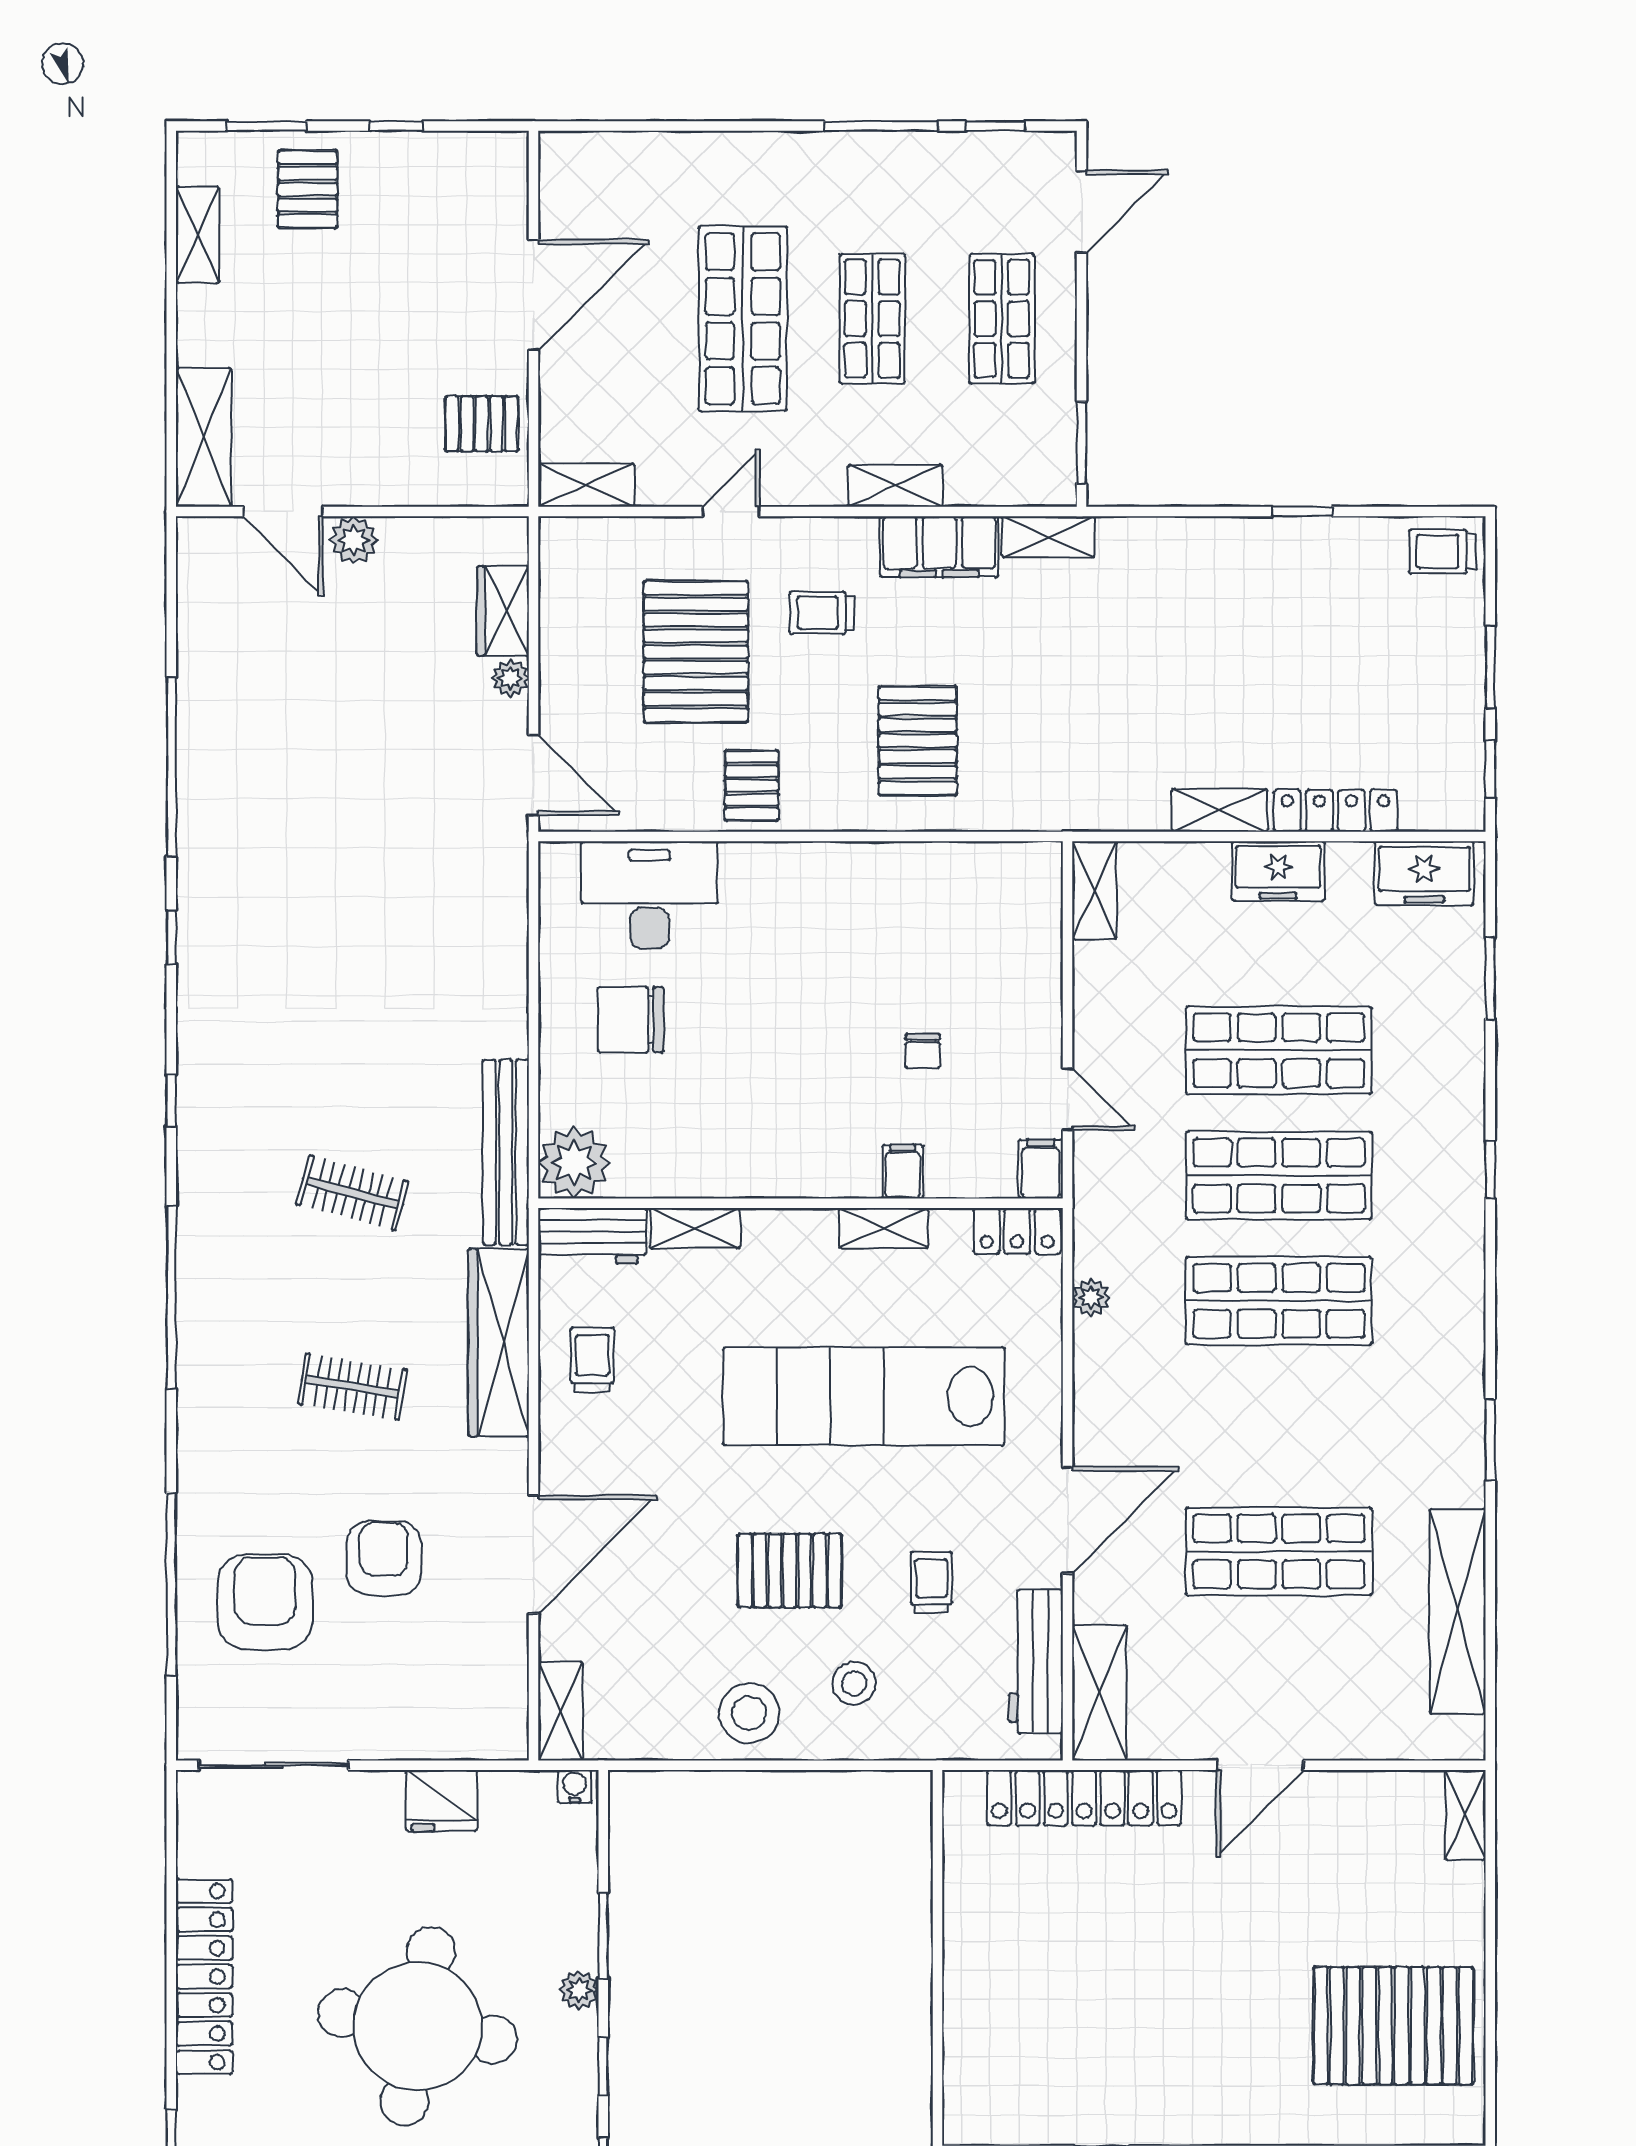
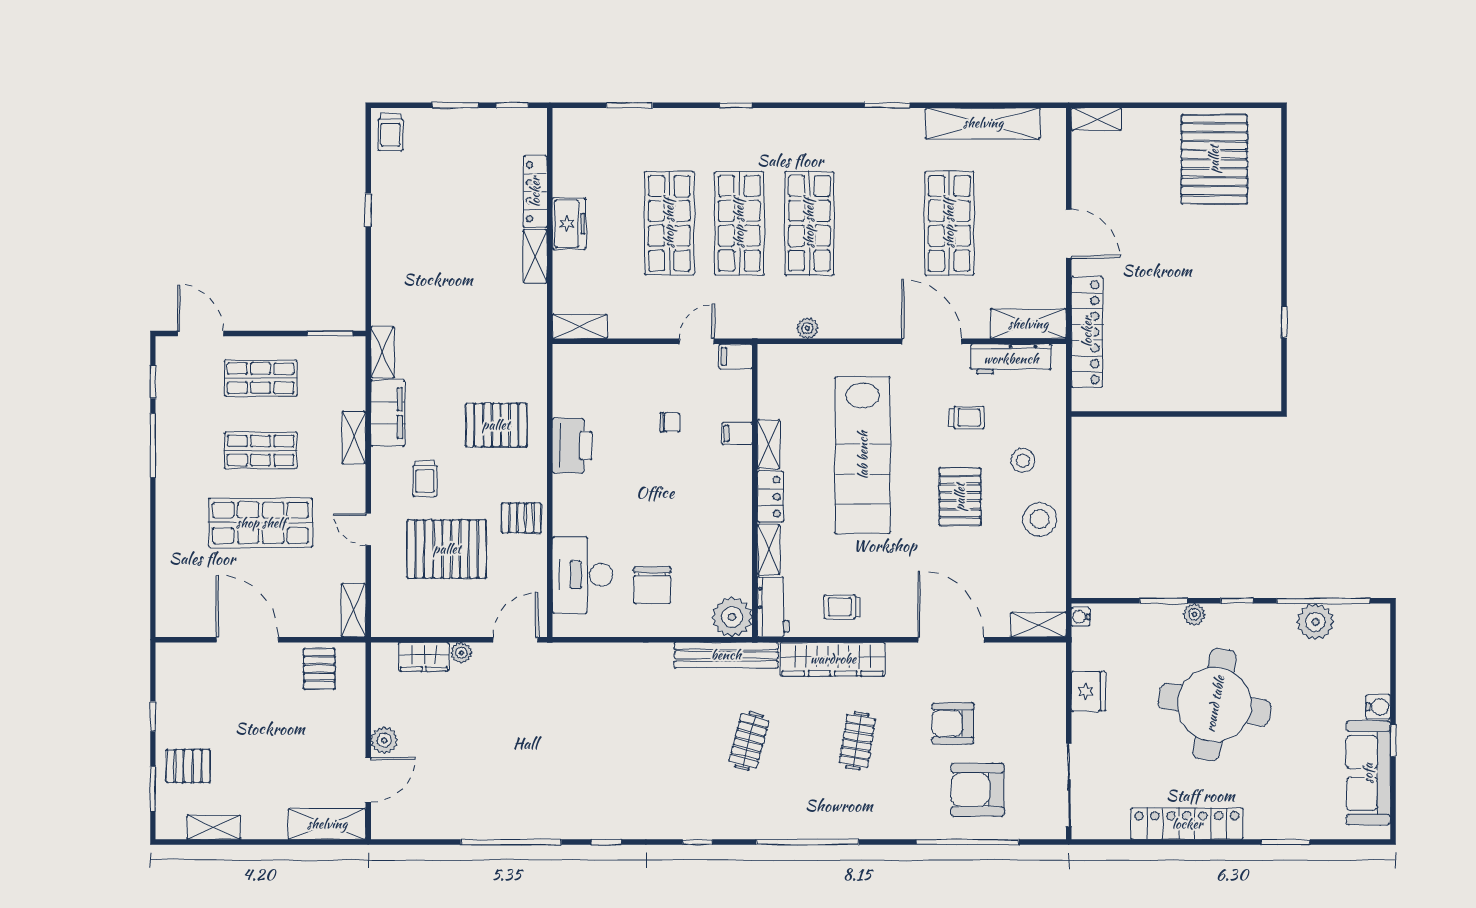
freezer: (1424, 873) -> (570, 142), removed
printer: (881, 876) -> (572, 446), added
locker: (1017, 1231) -> (770, 497), moved
trolley: (931, 1582) -> (967, 417), turned 180

